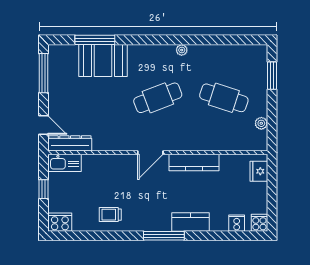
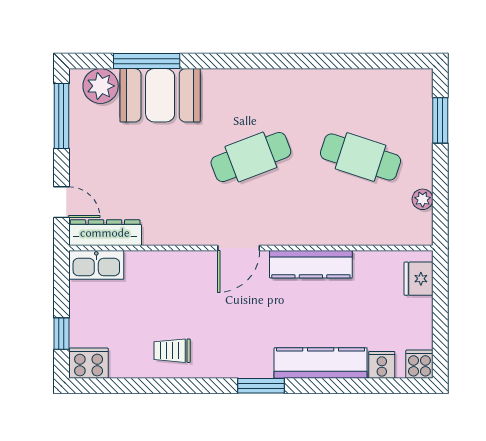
plant: (182, 50) -> (101, 86), moved, width x1.87, depth x1.87
window: (44, 189) -> (61, 334), moved
kitchen counter: (190, 222) -> (321, 363), width x1.50
window: (164, 236) -> (261, 386), width x0.69

